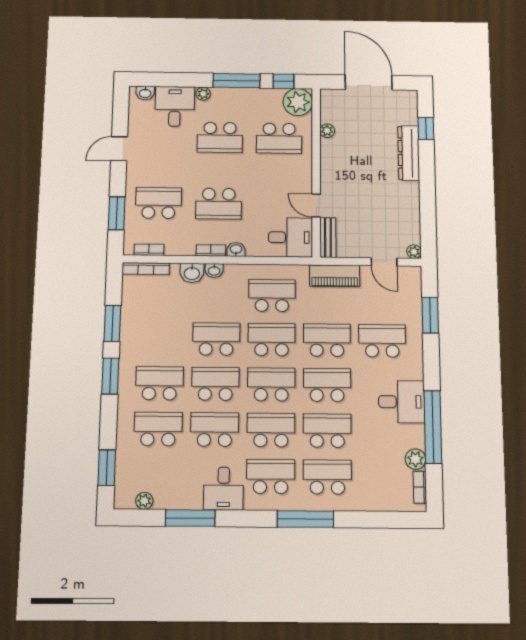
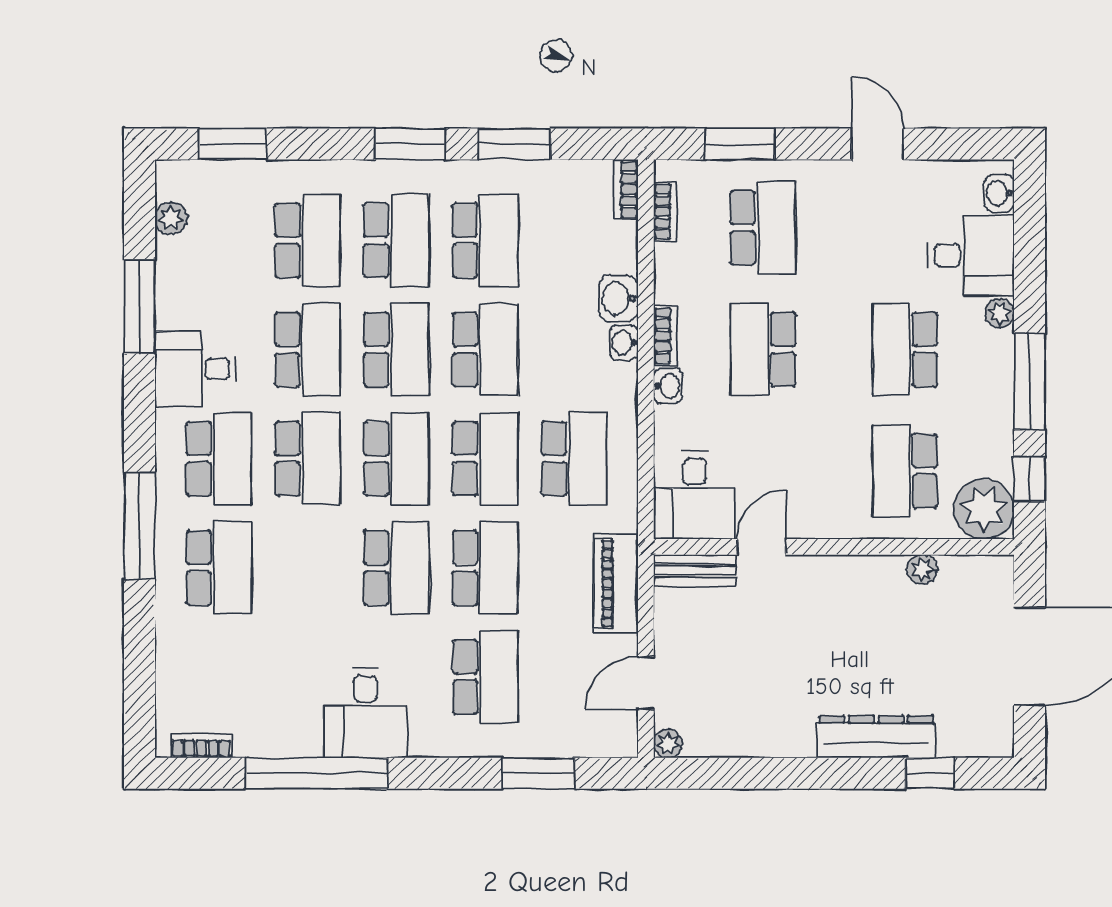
bookcase: (146, 269) -> (626, 189), width x0.64
school desk: (327, 431) -> (485, 240), moved
plant: (415, 459) -> (255, 738), removed

